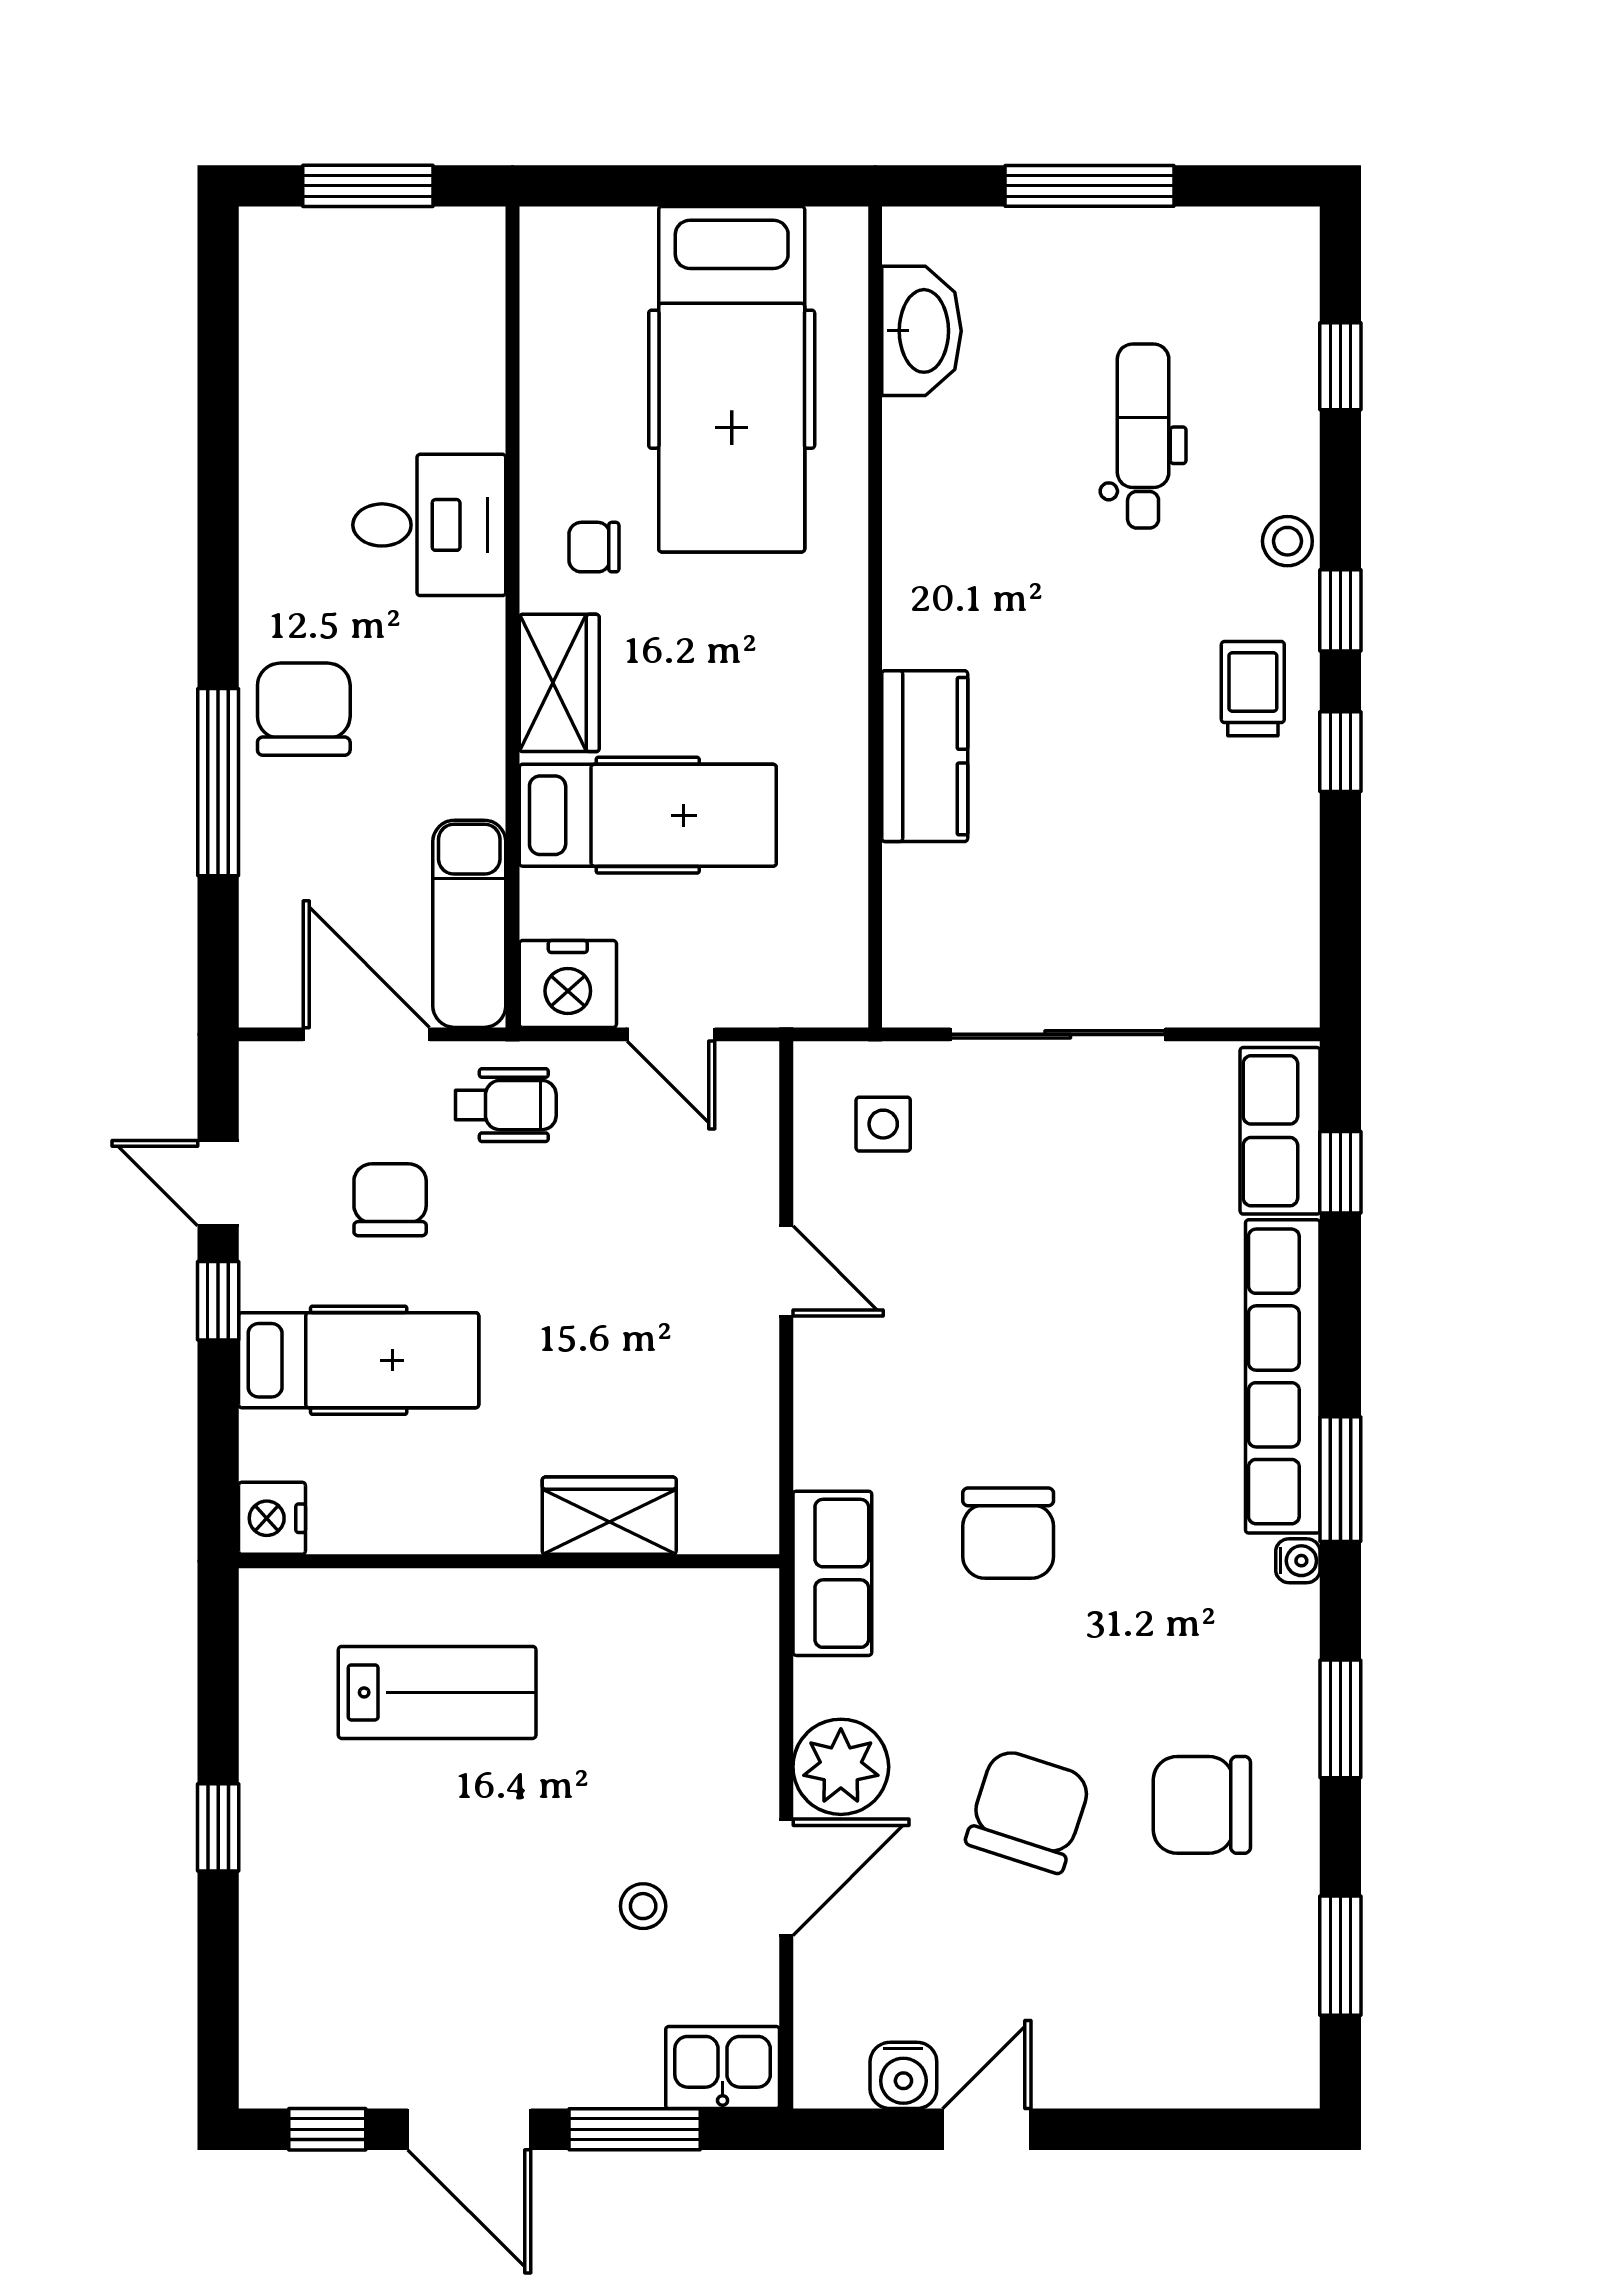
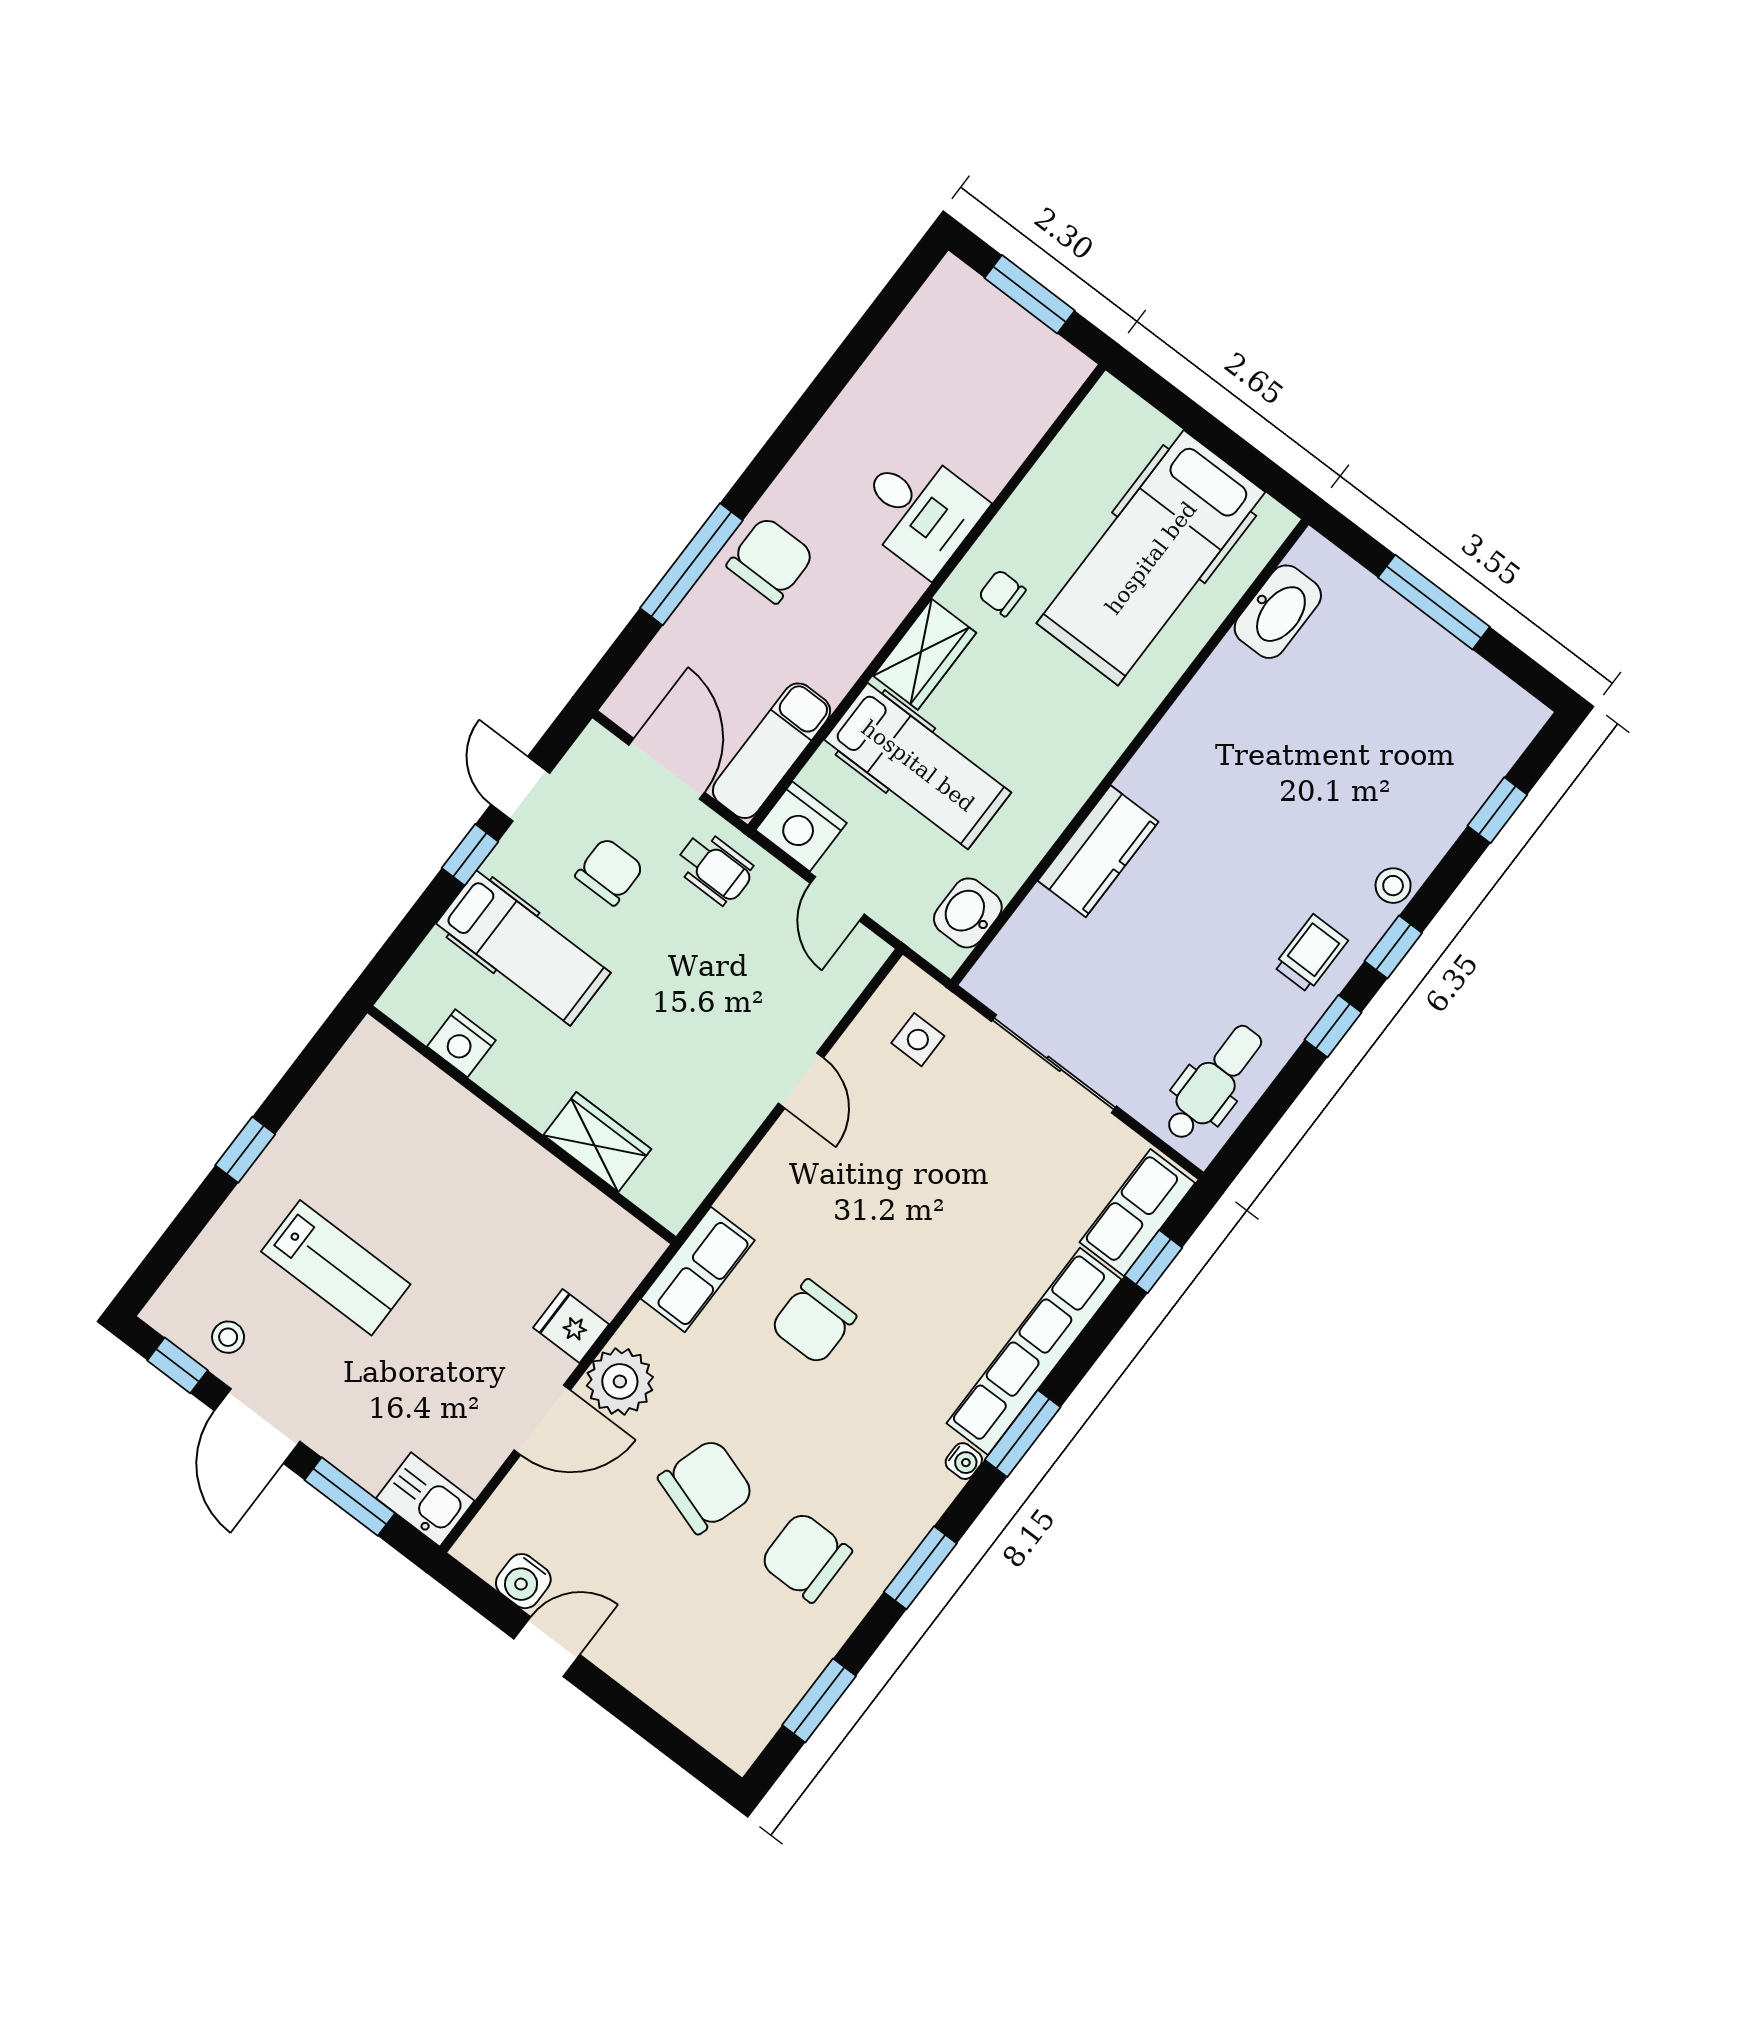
dental chair: (1143, 436) -> (1213, 1083), moved
washbasin: (831, 938) -> (968, 913), added
nightstand: (272, 1518) -> (461, 1043), moved, turned -90
lab bench: (437, 1692) -> (336, 1268), moved
fridge: (738, 1746) -> (571, 1326), added
stool: (643, 1906) -> (228, 1337), moved

